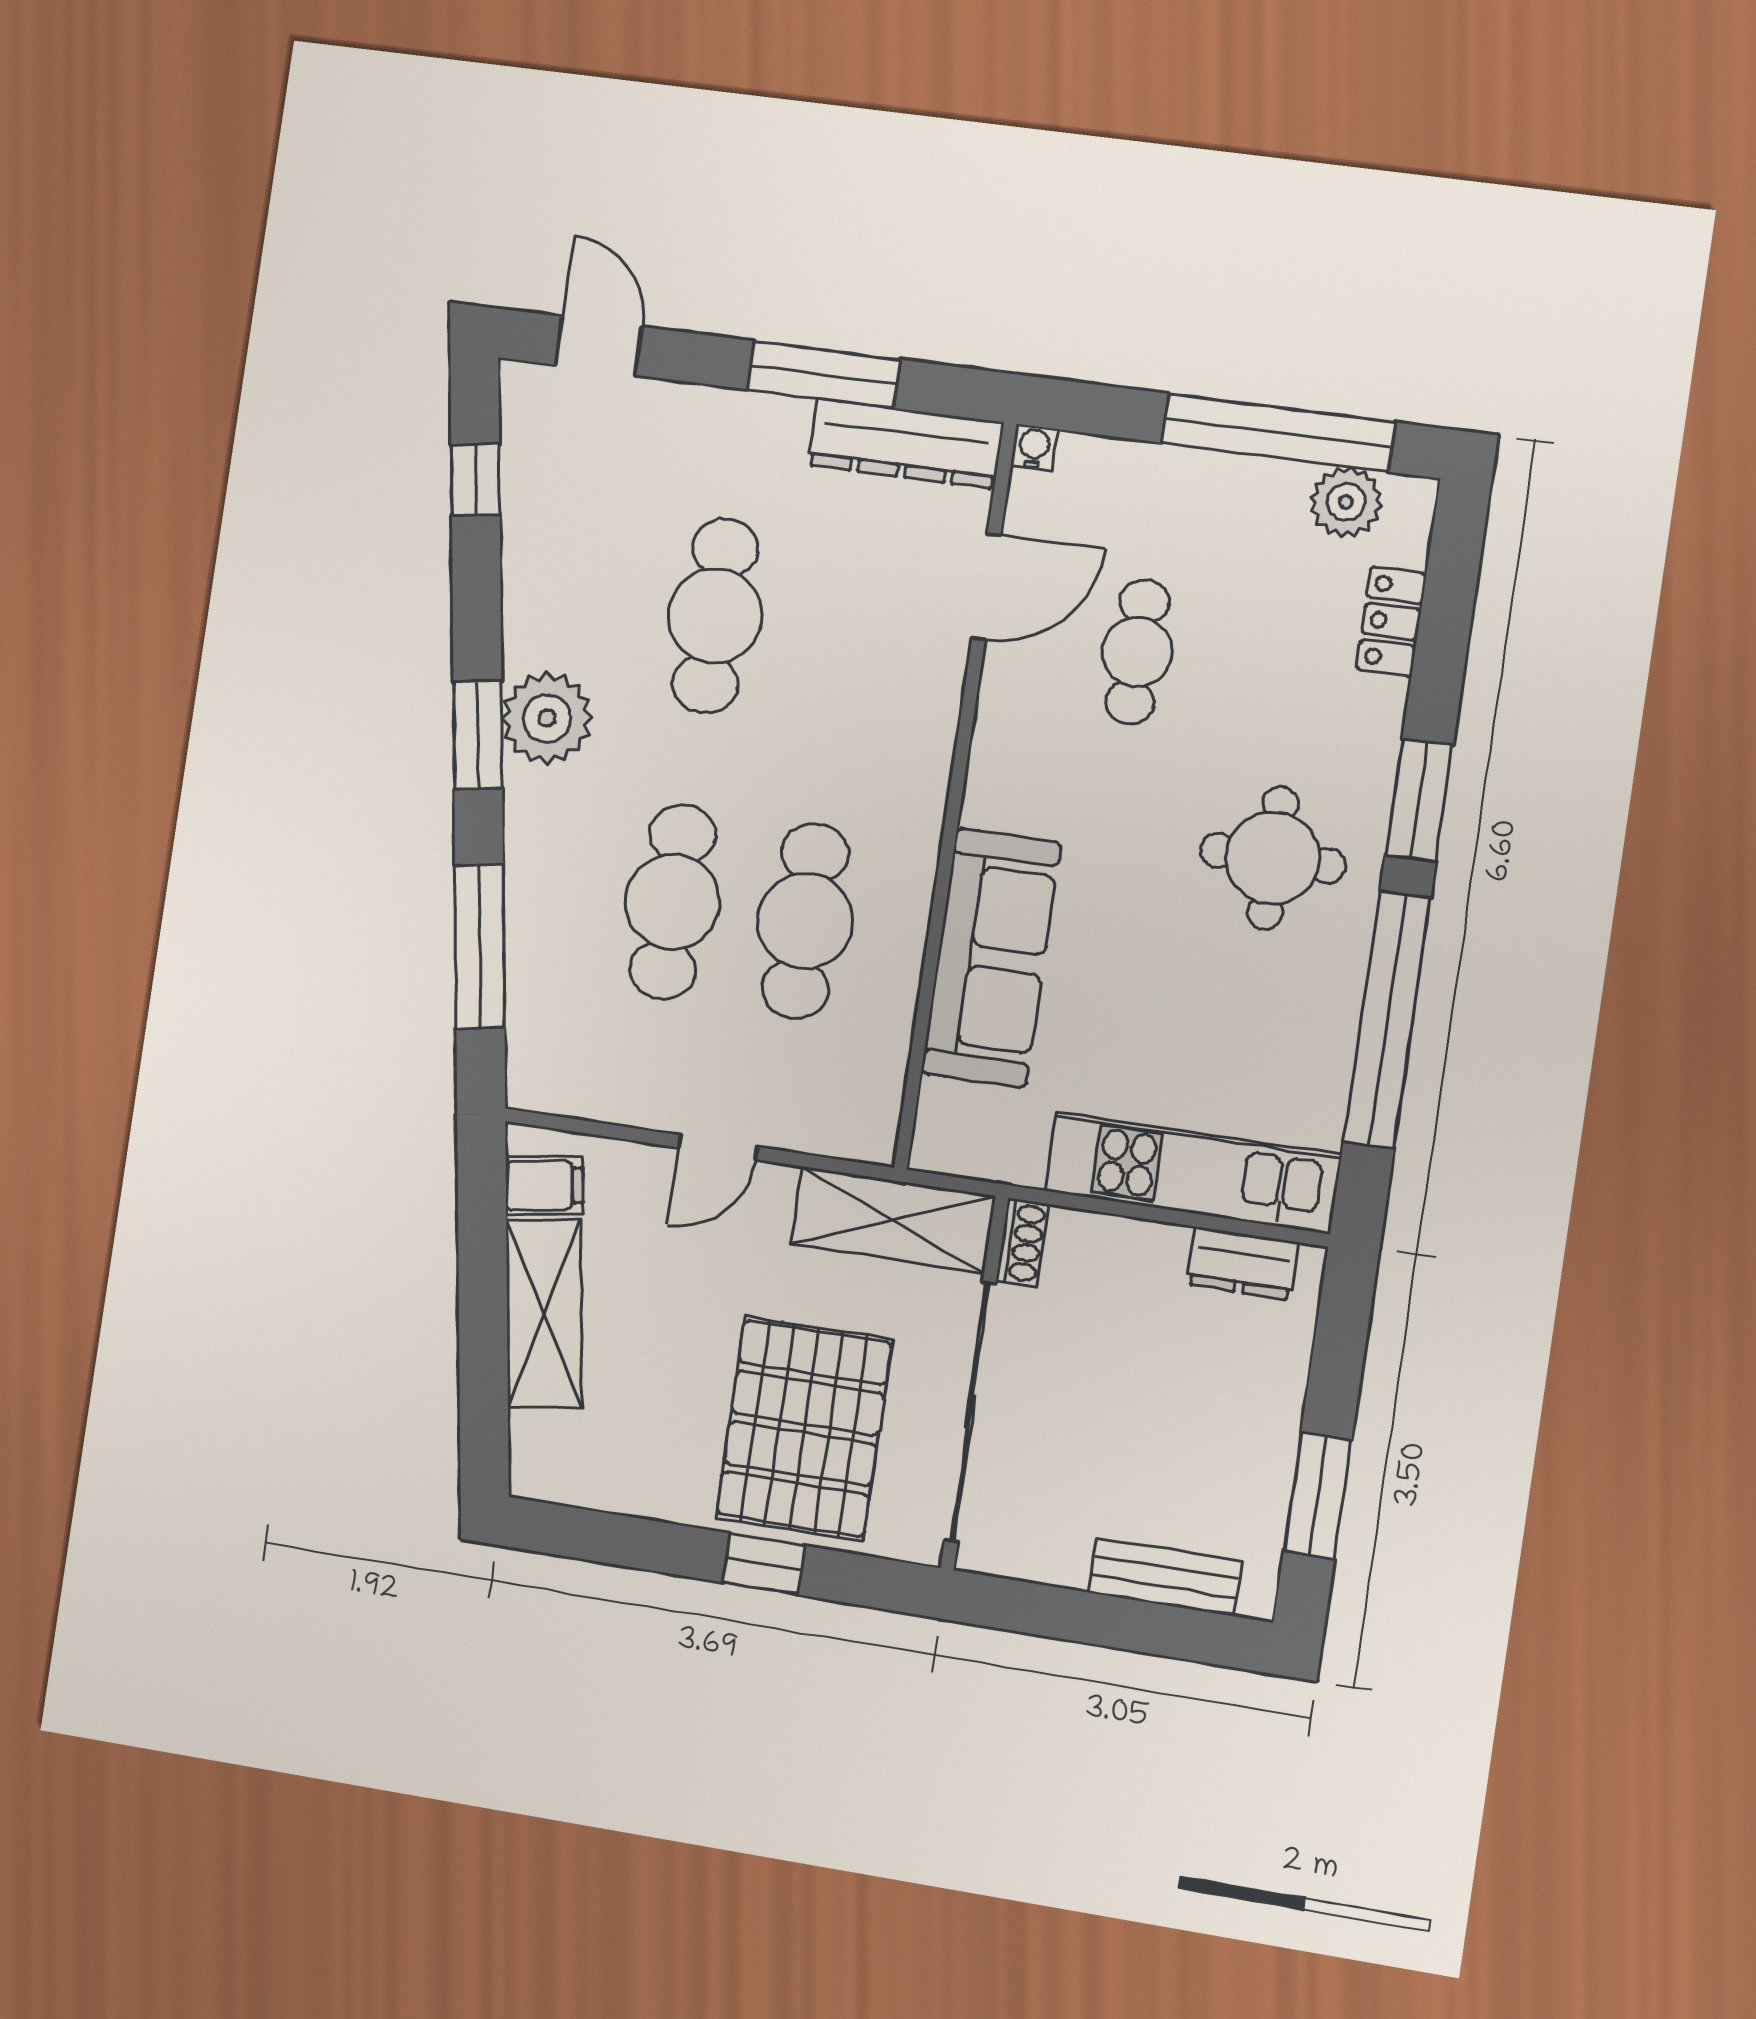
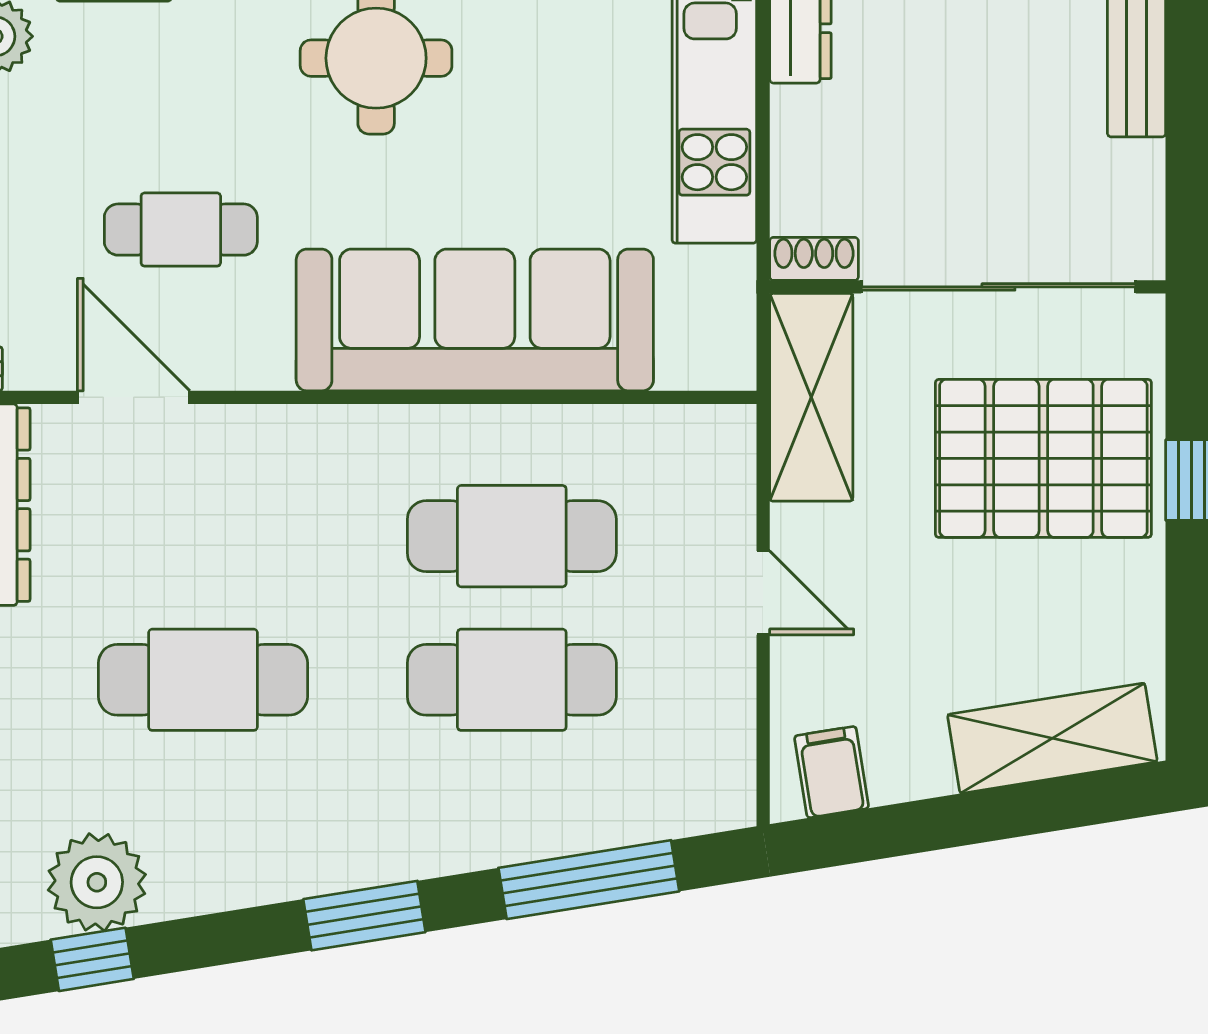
plant: (547, 718) -> (97, 882), moved
sofa: (991, 958) -> (475, 320), width x1.36, depth x1.27
shelving: (544, 1314) -> (1052, 738), moved

